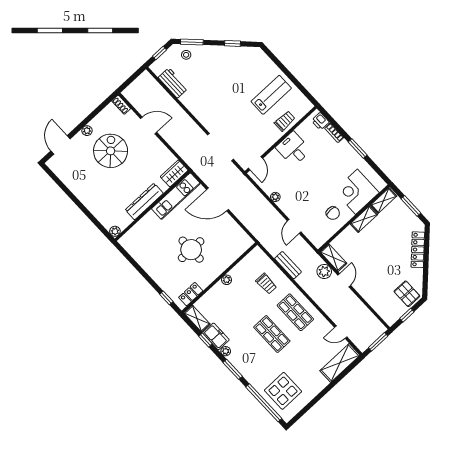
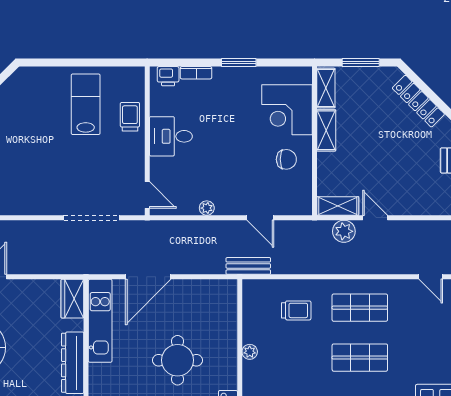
bench: (288, 265) -> (248, 266), moved
door: (341, 332) -> (431, 277), hinge flipped

